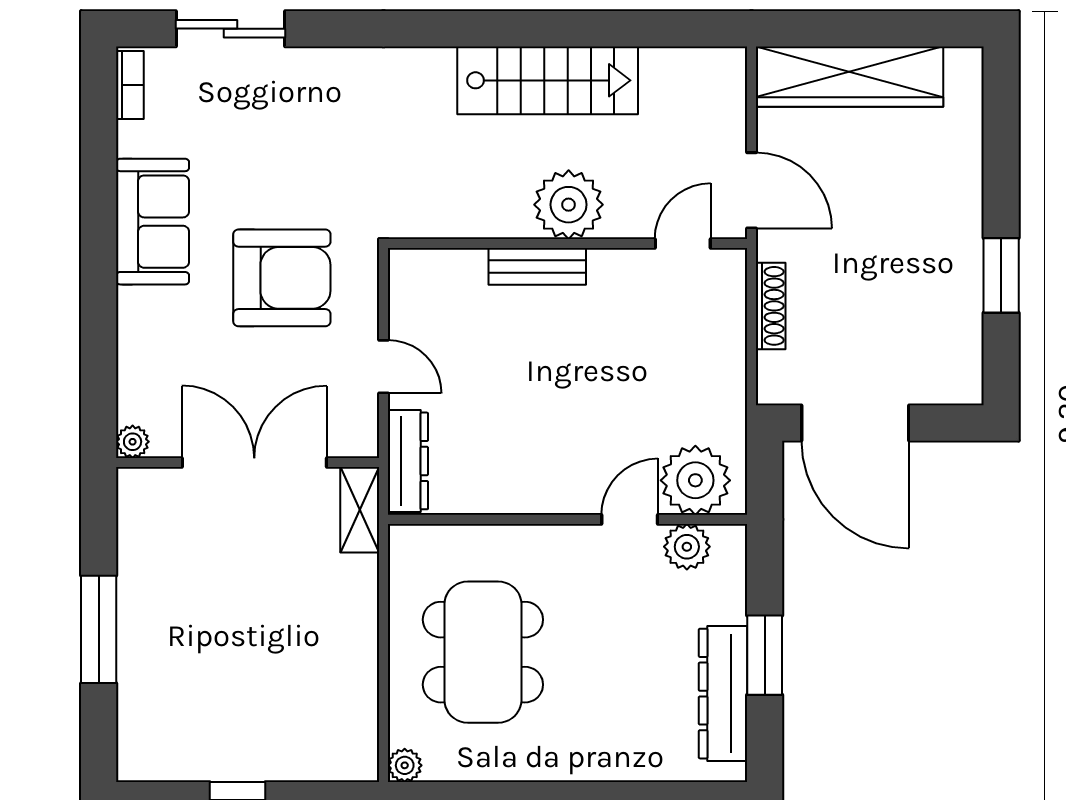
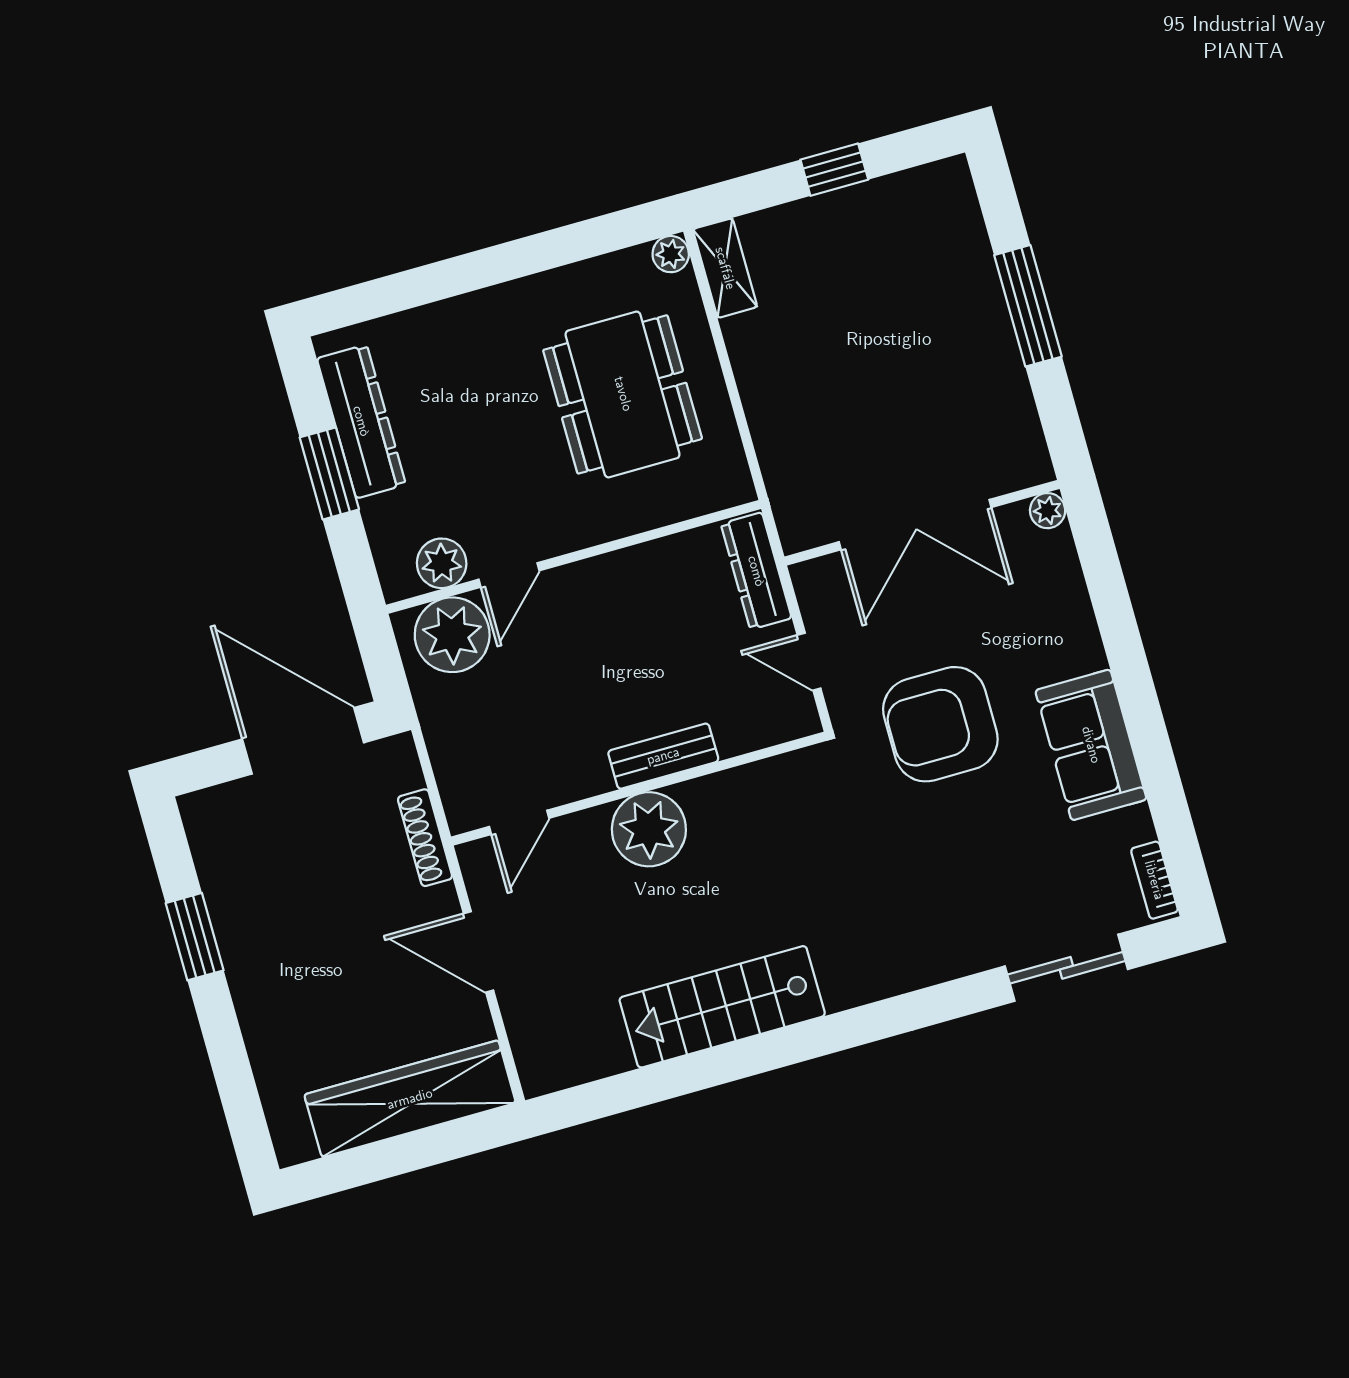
plant: (569, 205) -> (649, 829), moved
wall: (567, 243) -> (639, 789), moved
door: (683, 243) -> (519, 822), moved
bench: (537, 266) -> (663, 756), moved
shelving: (360, 510) -> (725, 268), moved

